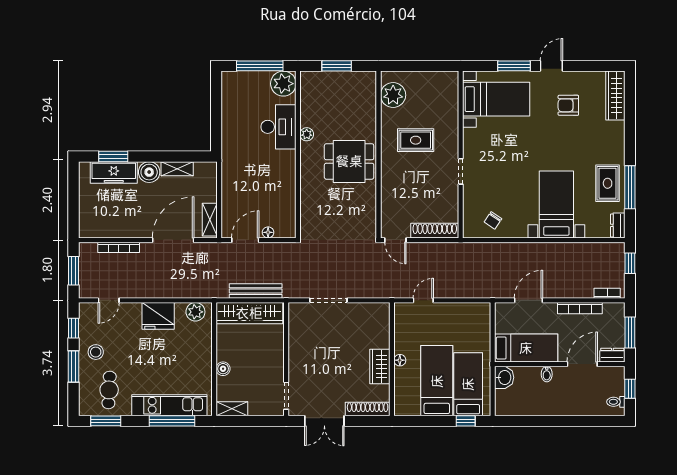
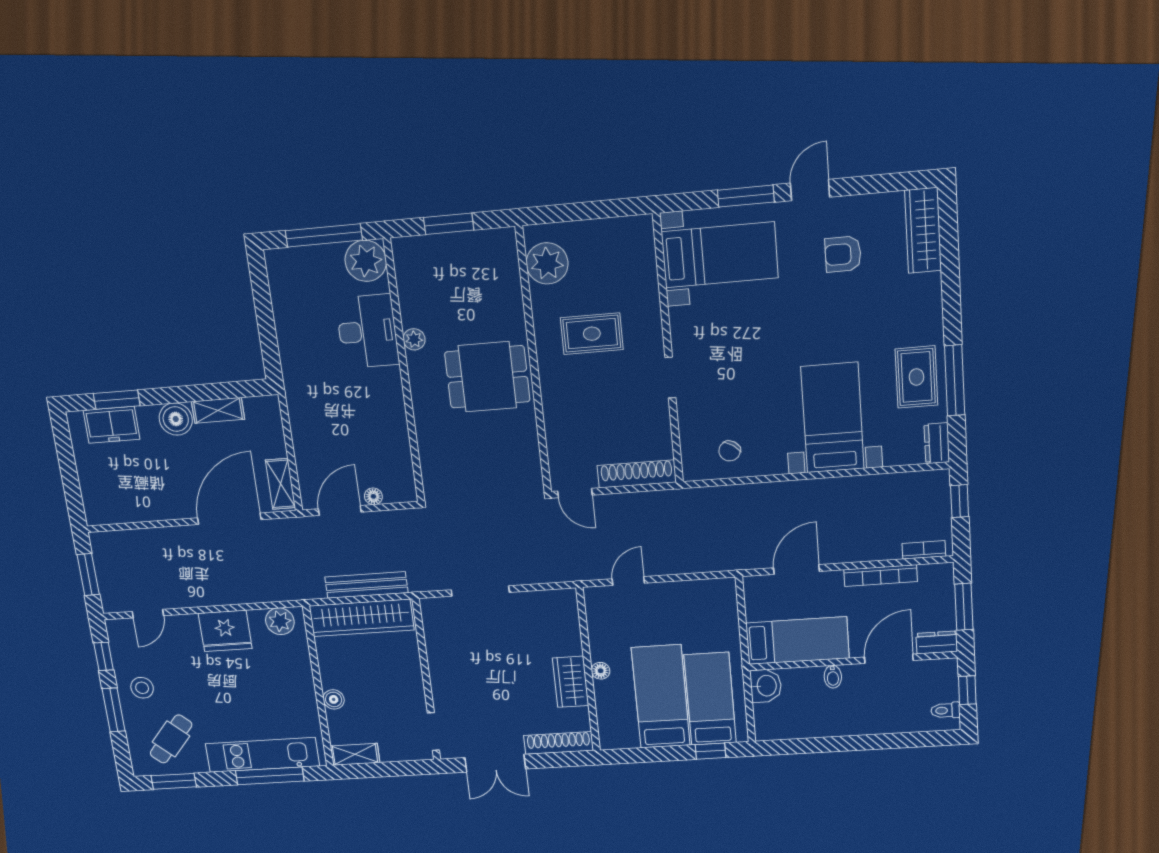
freezer: (114, 172) -> (112, 425), width x0.71
bookcase: (119, 247) -> (149, 536), removed
cafe table: (109, 390) -> (171, 739), turned 38

